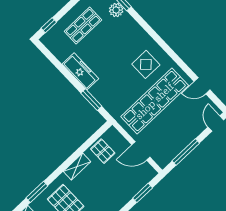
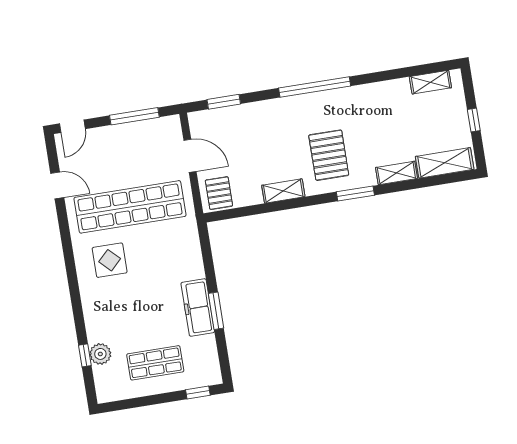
window: (91, 100) -> (216, 311), moved
pallet: (103, 151) -> (219, 193), moved

